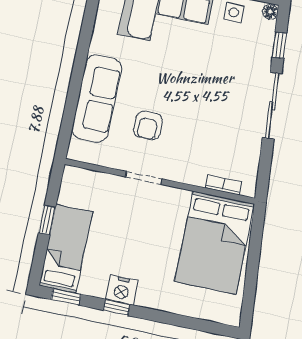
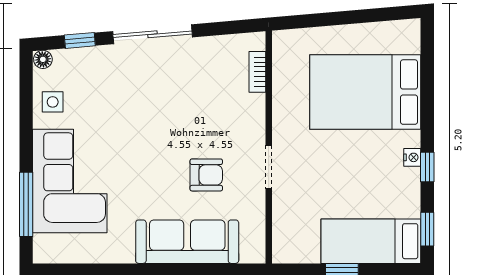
bed: (214, 243) -> (365, 92), moved, turned 180
nightstand: (122, 290) -> (412, 157), width x0.53, depth x0.56

